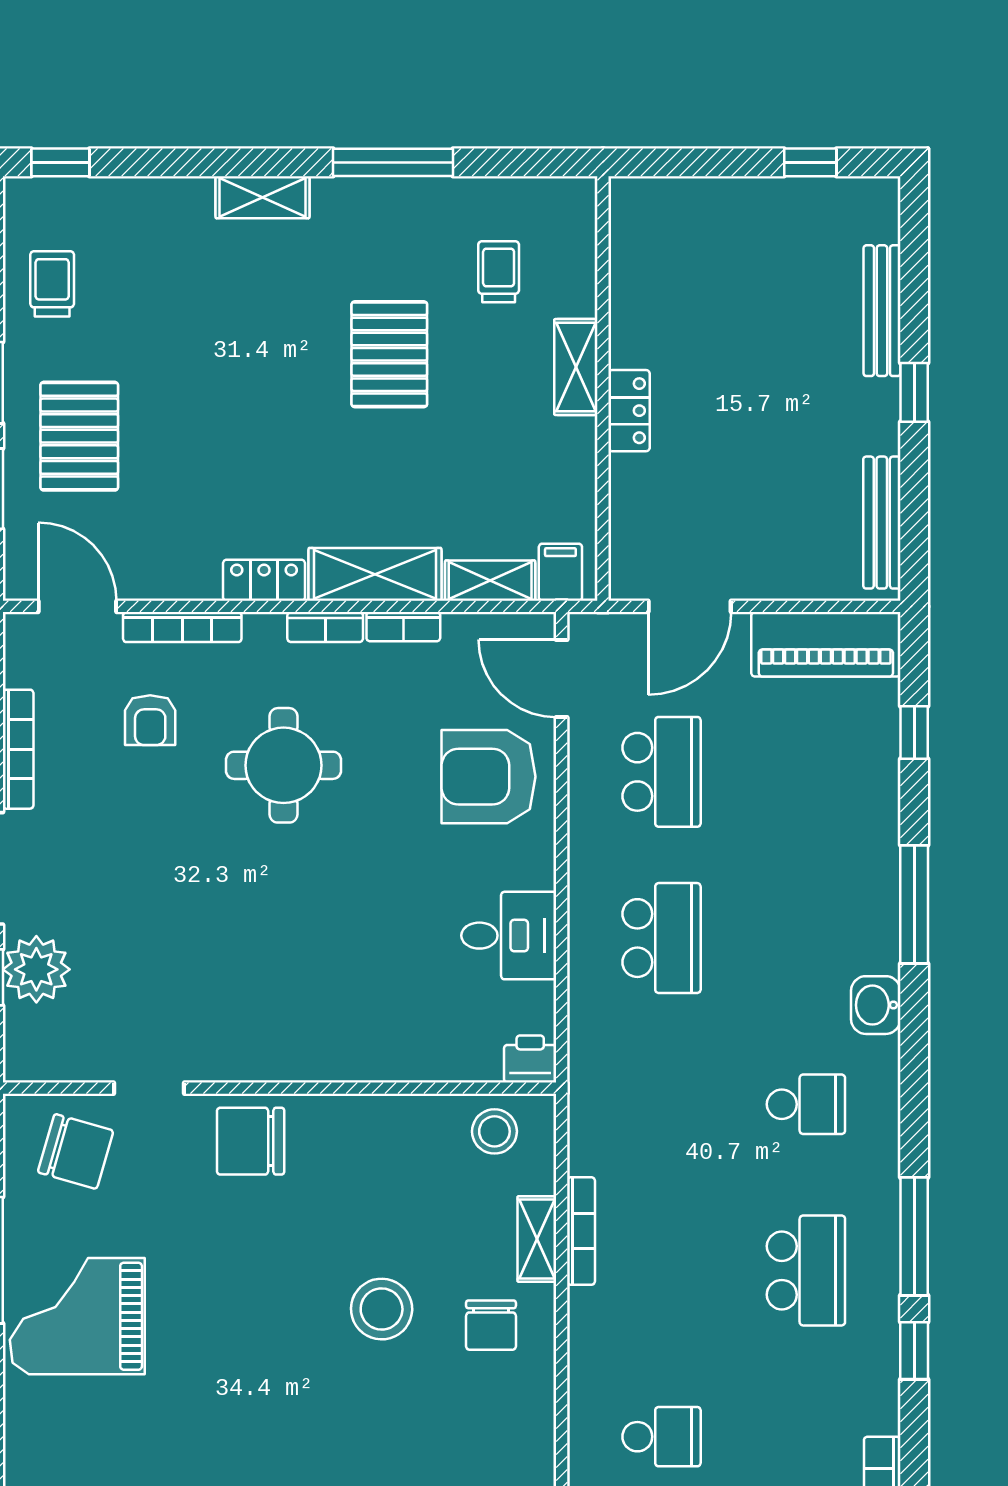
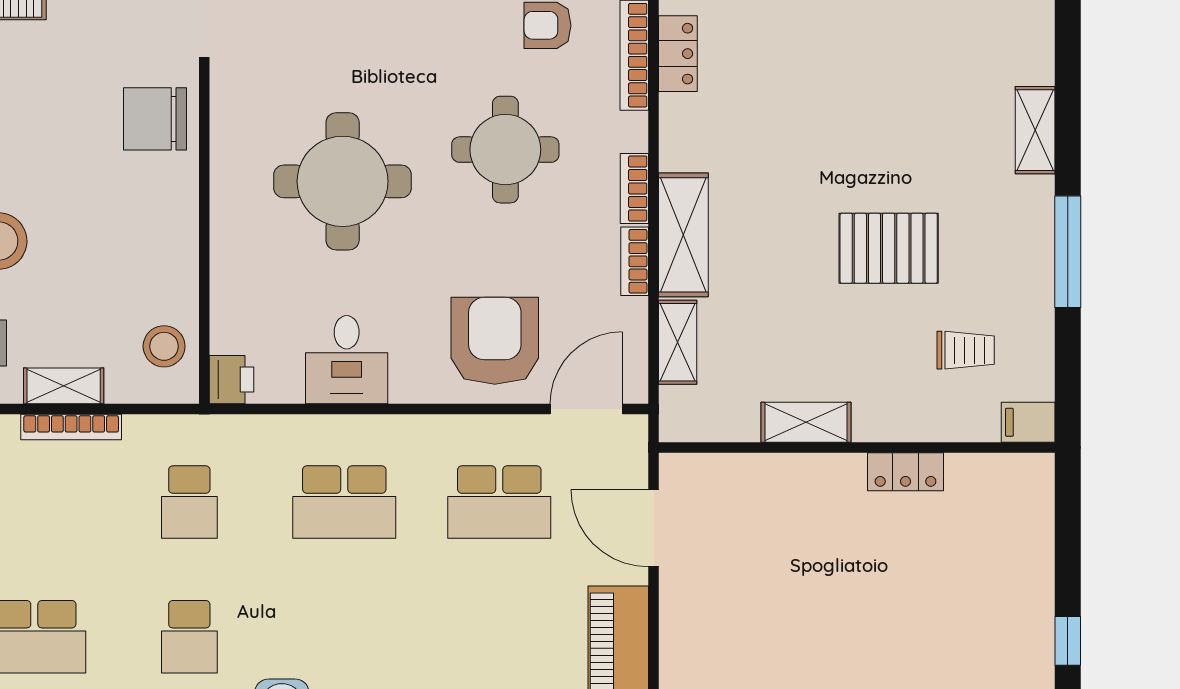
shelving: (576, 367) -> (806, 422), moved
locker: (629, 411) -> (905, 472), moved
filing cabinet: (560, 572) -> (1028, 422), moved, turned 180
locker: (264, 580) -> (678, 54), moved
round table: (318, 940) -> (343, 181), added
school desk: (662, 1104) -> (189, 502), added
chair: (251, 1141) -> (155, 119), turned -90

